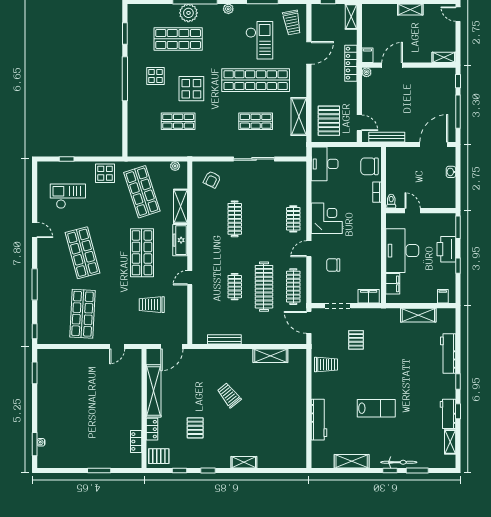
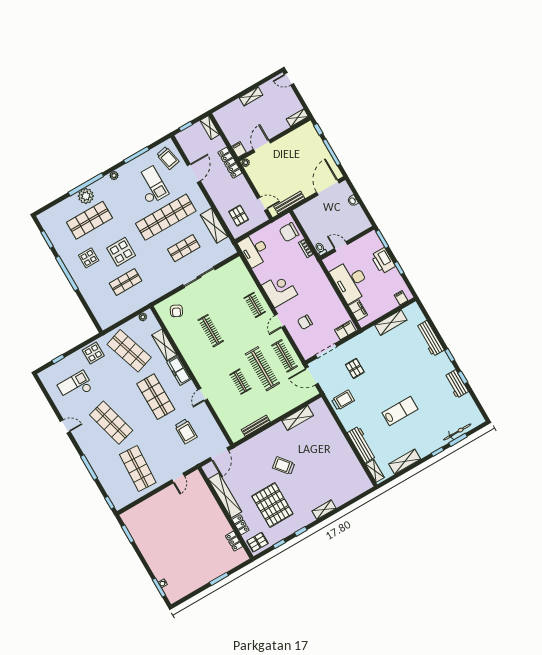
pallet: (329, 121) -> (239, 216), width x0.67, depth x0.71
trolley: (152, 305) -> (186, 431), turned -90
pallet: (195, 428) -> (272, 505), width x2.05, depth x2.00
shelving: (450, 442) -> (375, 471), moved
bicycle: (399, 462) -> (457, 432), moved

